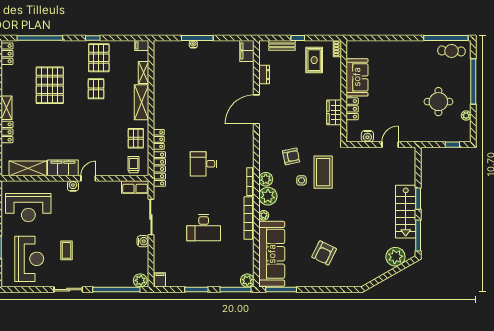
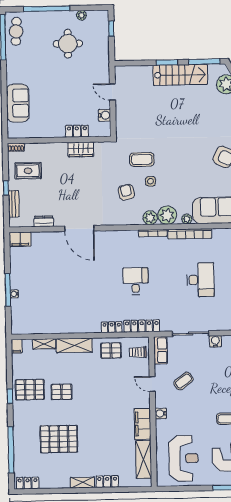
sofa: (357, 77) -> (18, 103), moved, turned 90
desk: (204, 164) -> (136, 281), turned 180
coffee table: (323, 172) -> (142, 159), width x0.73, depth x0.76
door: (88, 178) -> (152, 384), moved
coffee table: (104, 209) -> (183, 381), added

